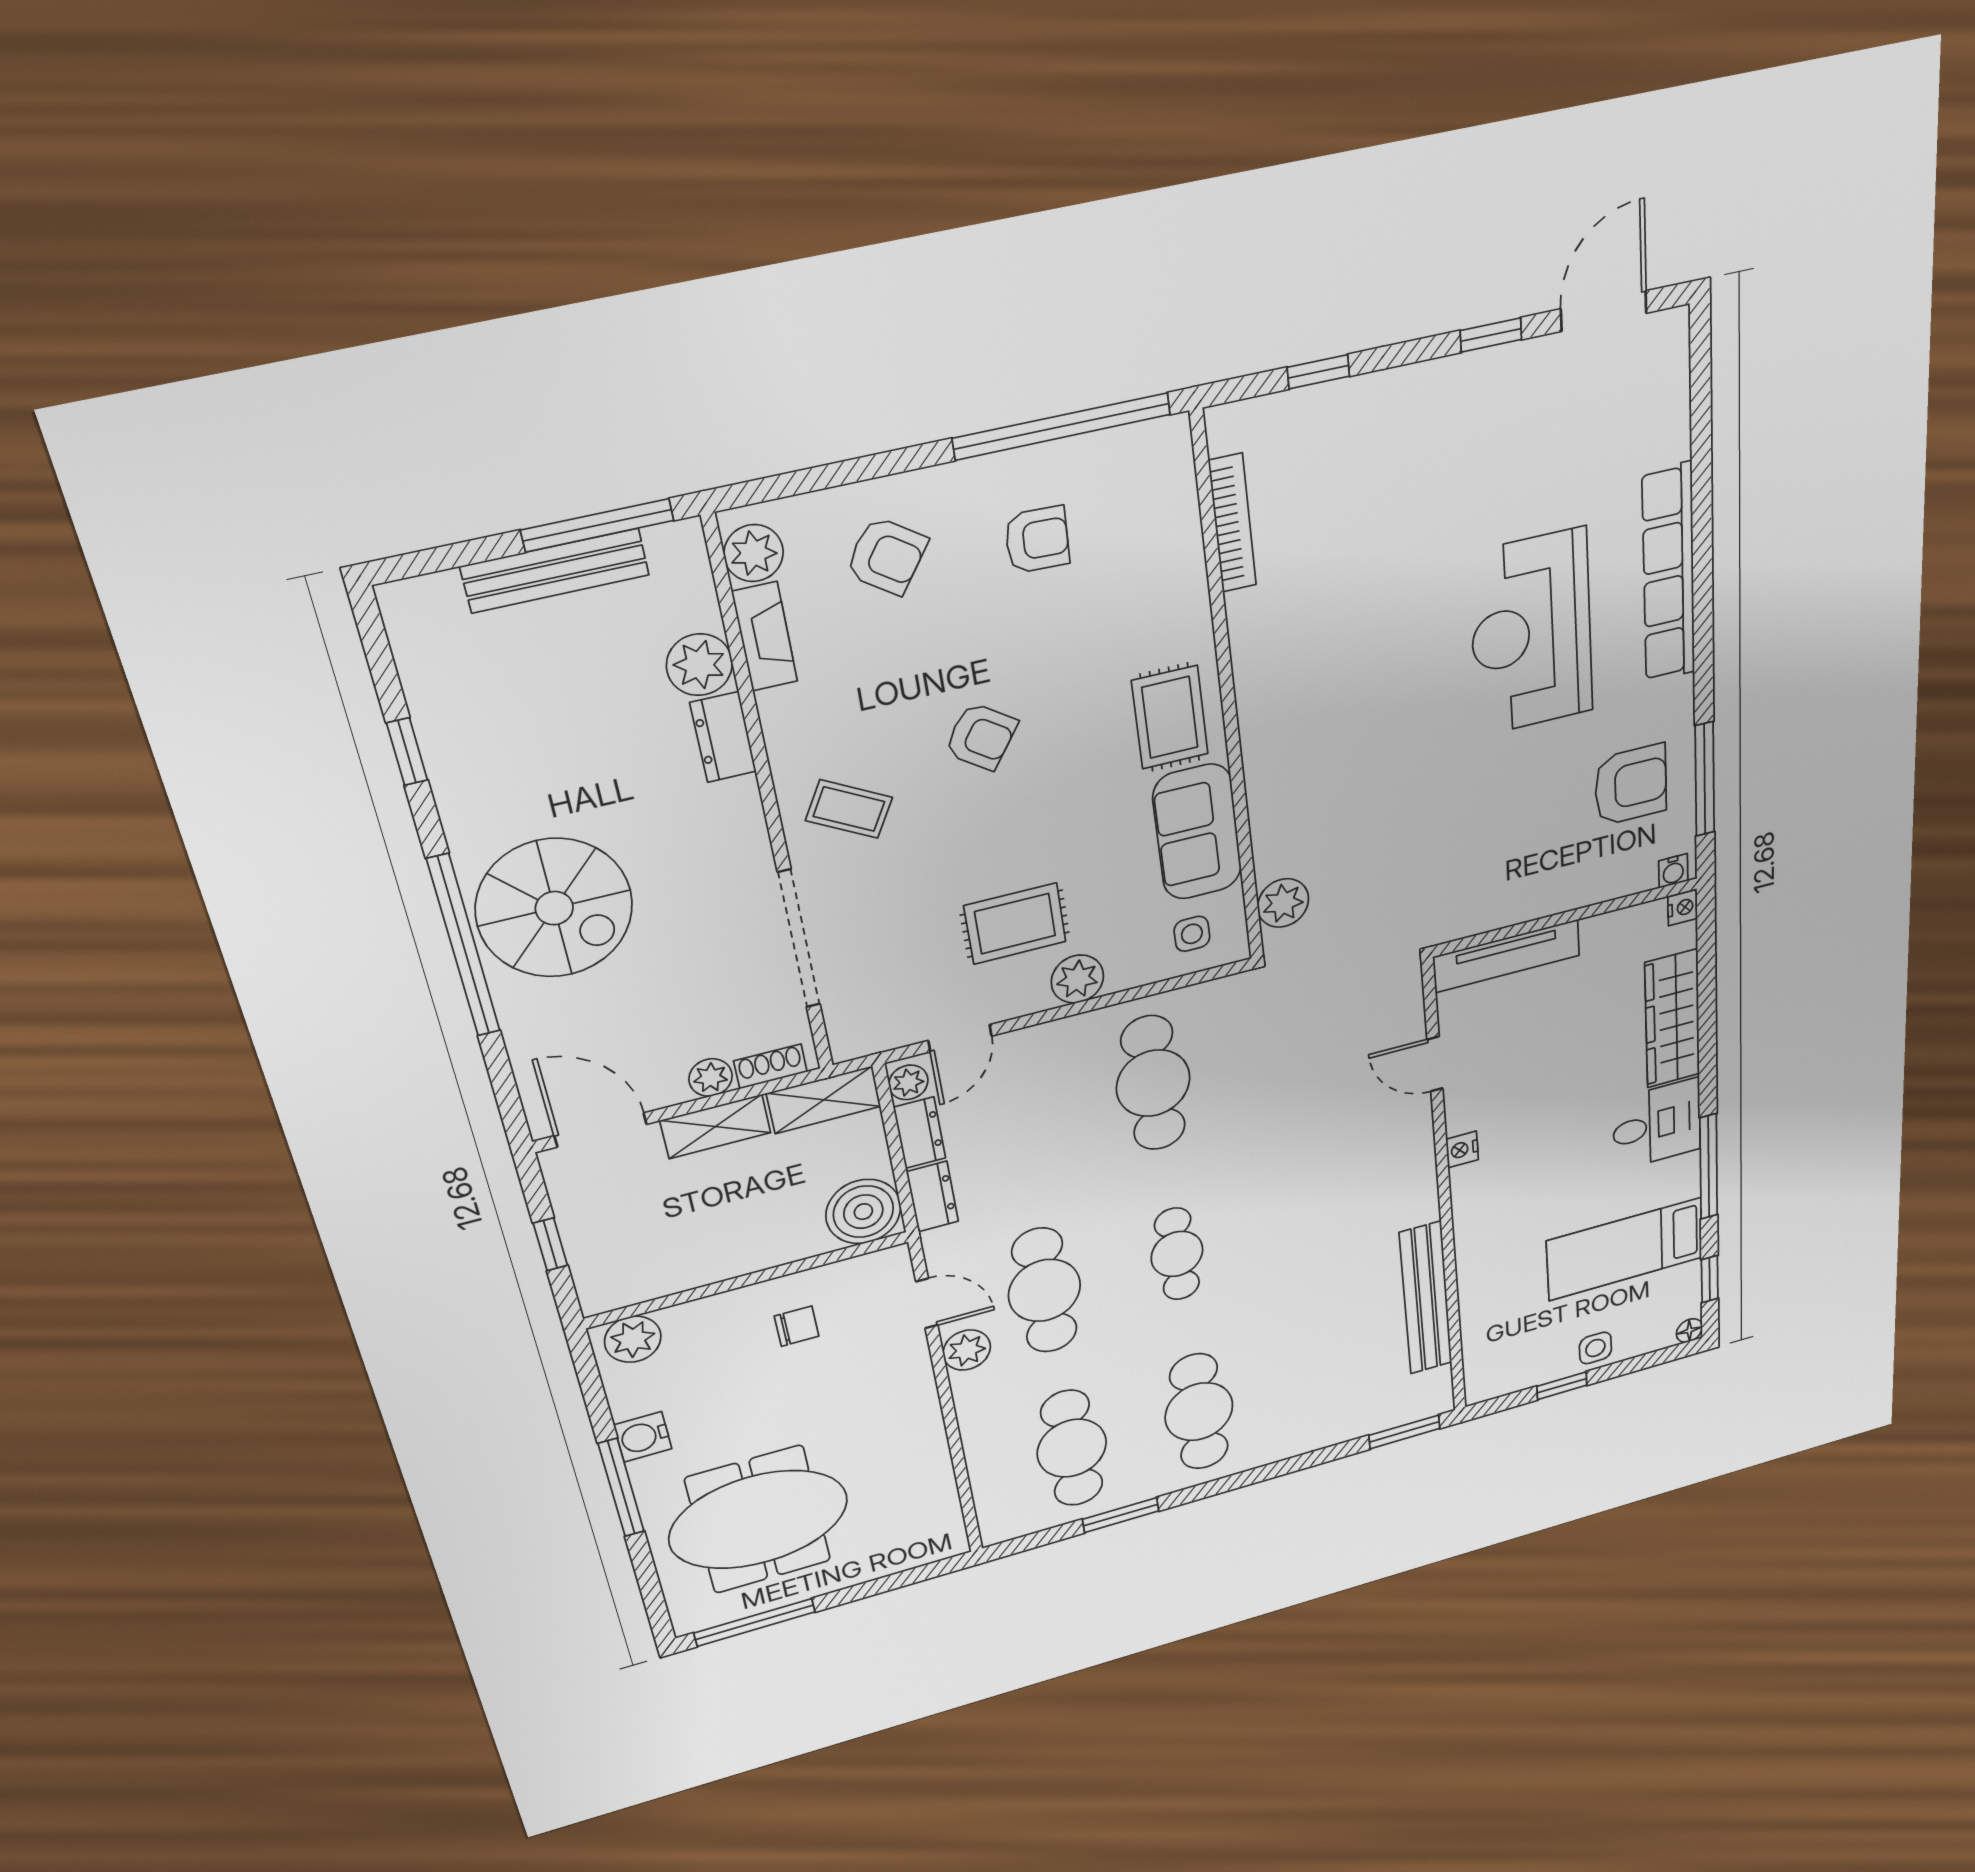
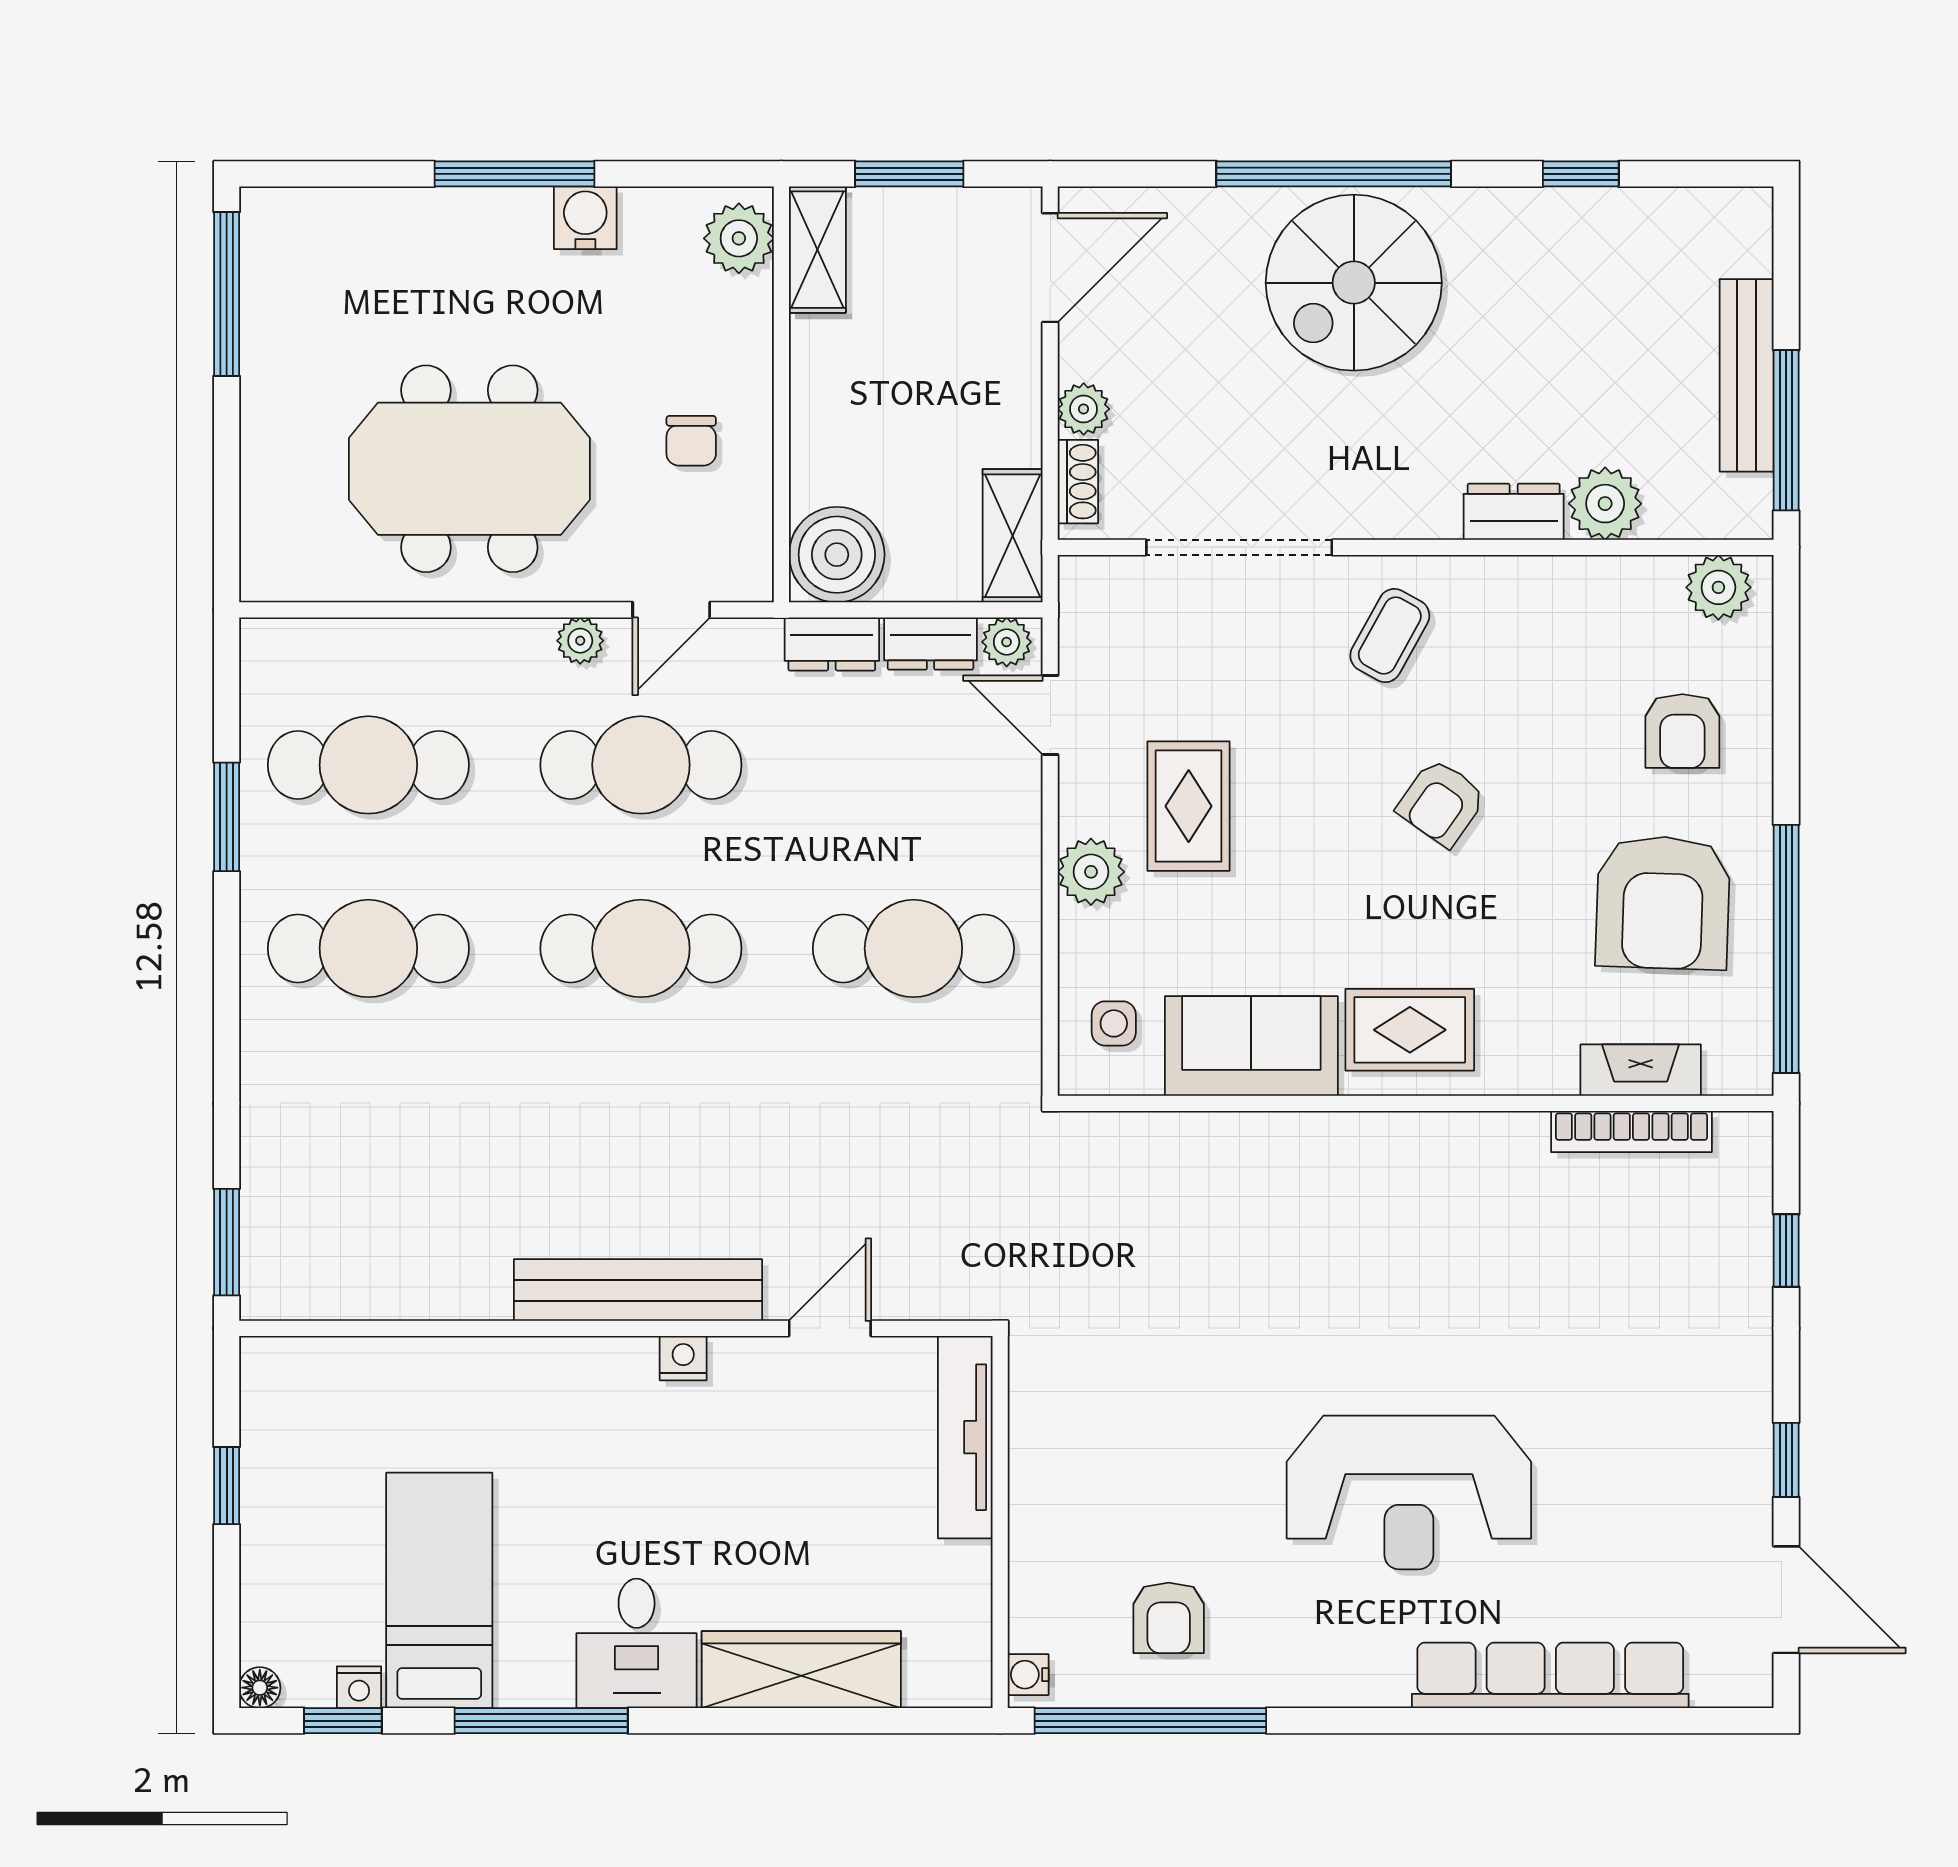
armchair: (1037, 540) -> (1663, 902), width x1.88, depth x1.88
armchair: (887, 556) -> (1682, 731), turned -35
row of seats: (1669, 574) -> (1550, 1675), moved
reception desk: (1531, 633) -> (1409, 1492), turned 180
fireplace: (765, 637) -> (1641, 1070), moved, turned 180
window: (1705, 779) -> (1150, 1721), width x1.46
armchair: (1631, 785) -> (1169, 1618), width x0.72, depth x0.72
plant: (1283, 903) -> (1125, 1145), removed
nightstand: (1683, 908) -> (359, 1687), moved
shelving: (715, 1127) -> (817, 250), moved
window: (550, 1244) -> (909, 174), width x1.50
cafe table: (1177, 1254) -> (641, 948), width x1.37, depth x1.35
bench: (1426, 1298) -> (638, 1290), moved
side table: (1595, 1348) -> (278, 1540), removed
plant: (967, 1350) -> (580, 641), width x0.73, depth x0.73
meeting table: (758, 1520) -> (469, 469), moved, turned 90

